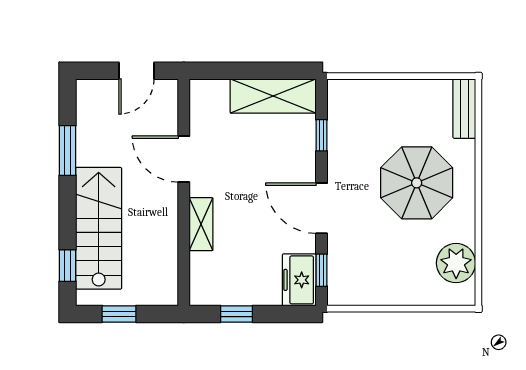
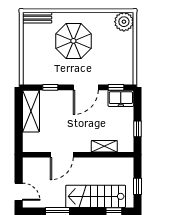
door: (136, 71) -> (19, 192), moved
shelving: (201, 224) -> (104, 146), moved
plant: (456, 263) -> (124, 22), moved

